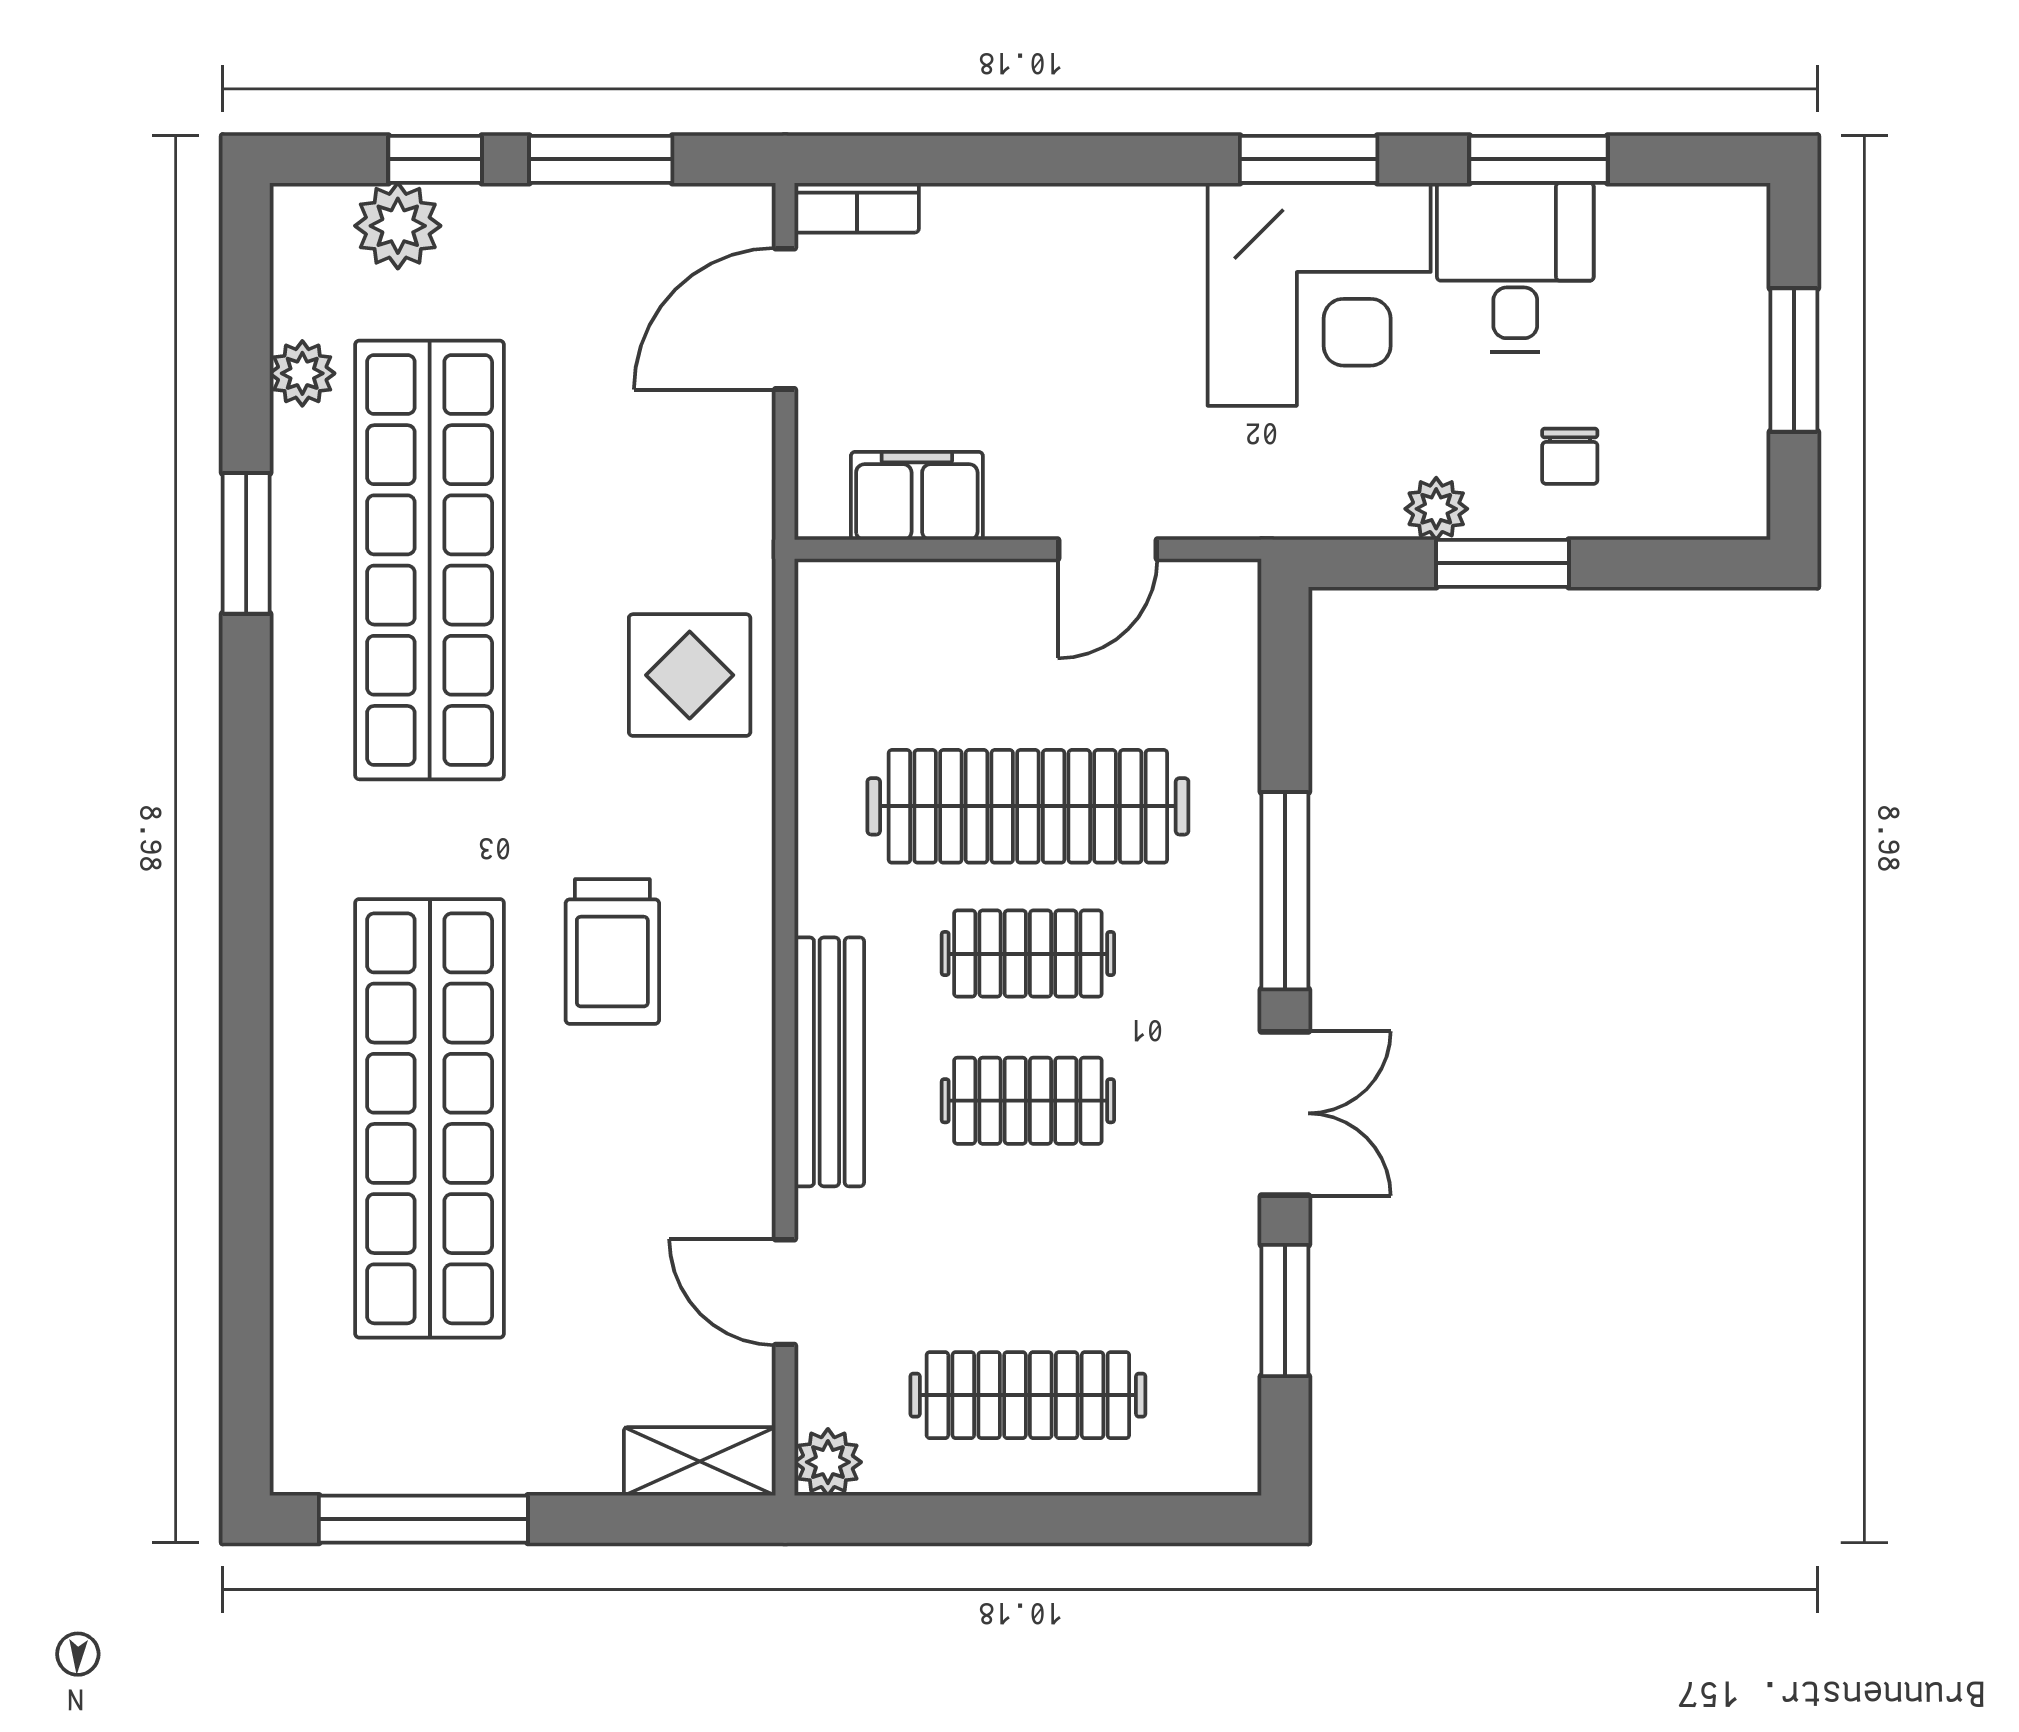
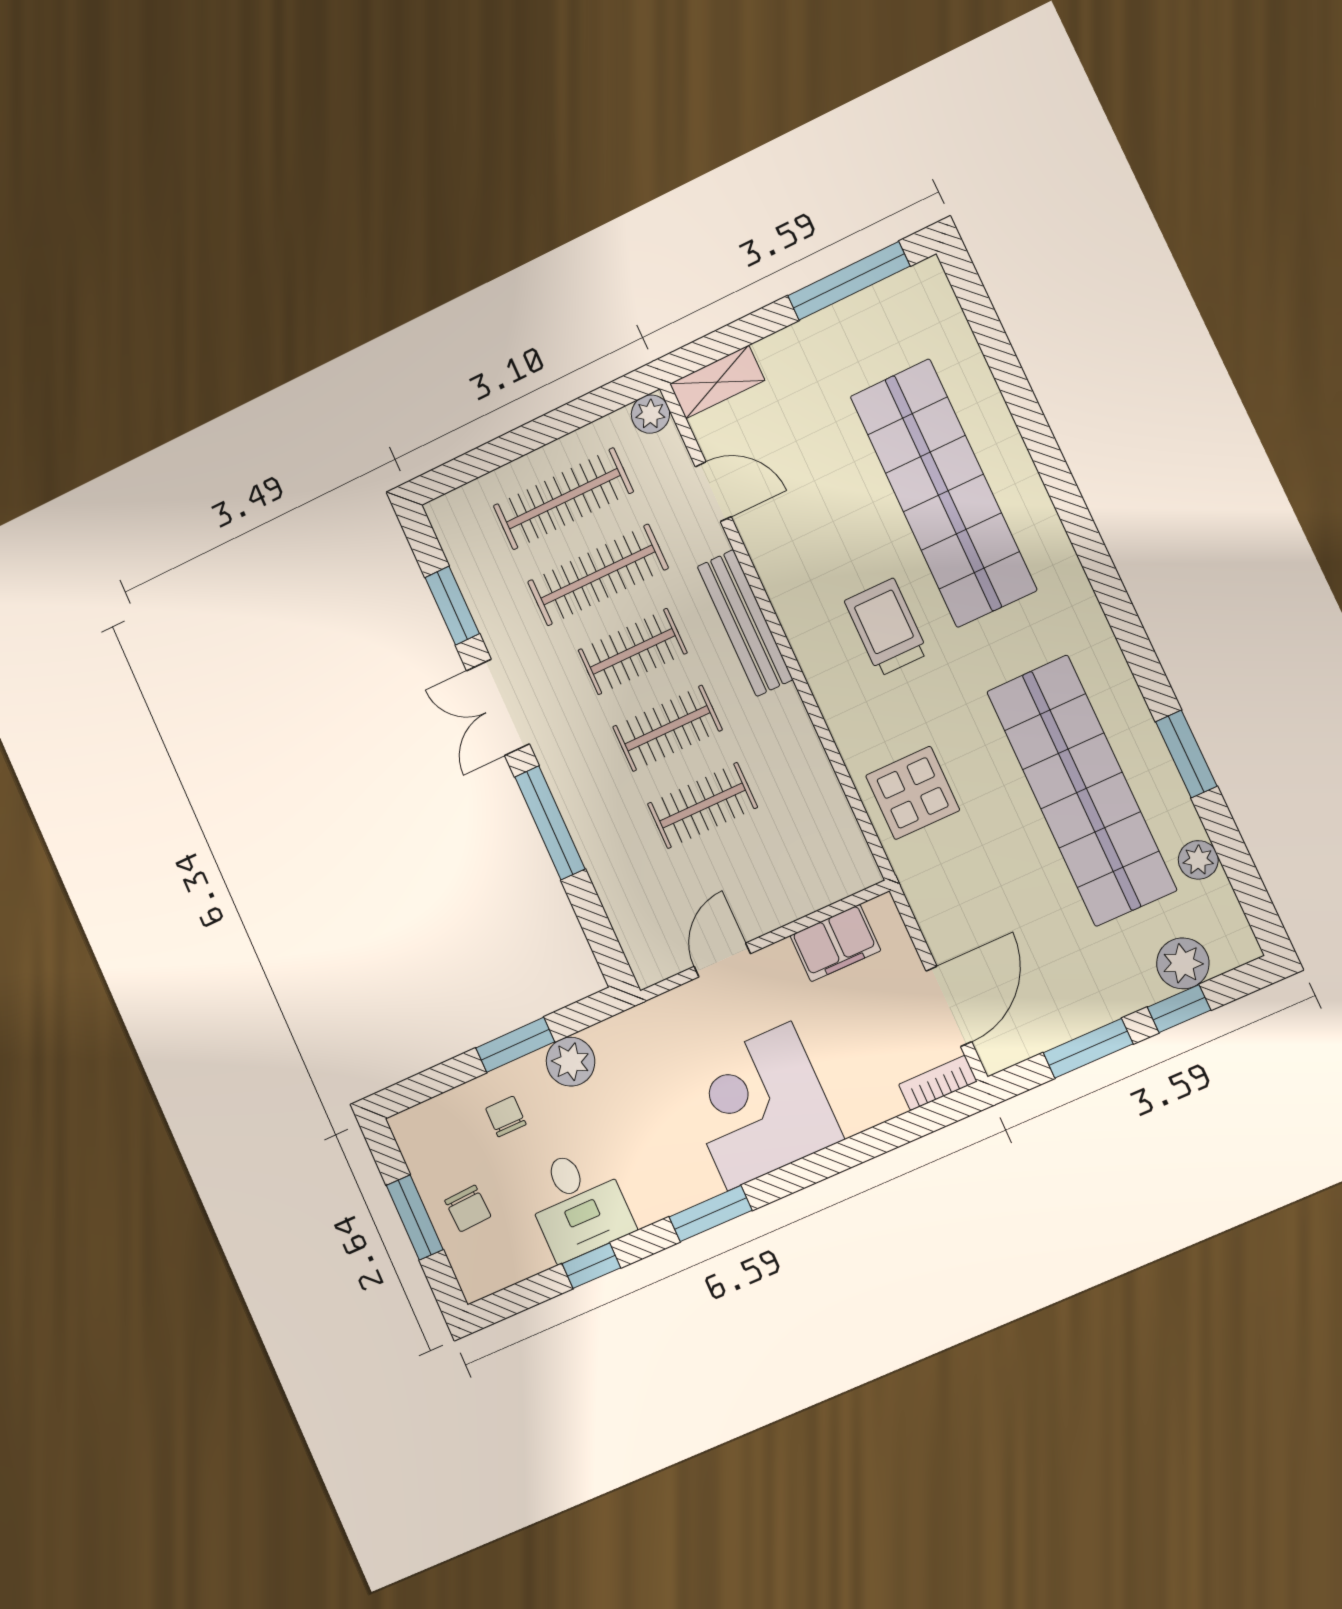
window: (1539, 159) -> (591, 1266), width x0.67
corner desk: (1319, 294) -> (759, 1106), moved
chair: (1699, 337) -> (468, 1208), added
plant: (1436, 509) -> (571, 1062), width x1.38, depth x1.38
clothes rail: (1028, 806) -> (702, 806), width x0.54, depth x0.76
clothes rail: (1028, 1248) -> (598, 575), added

